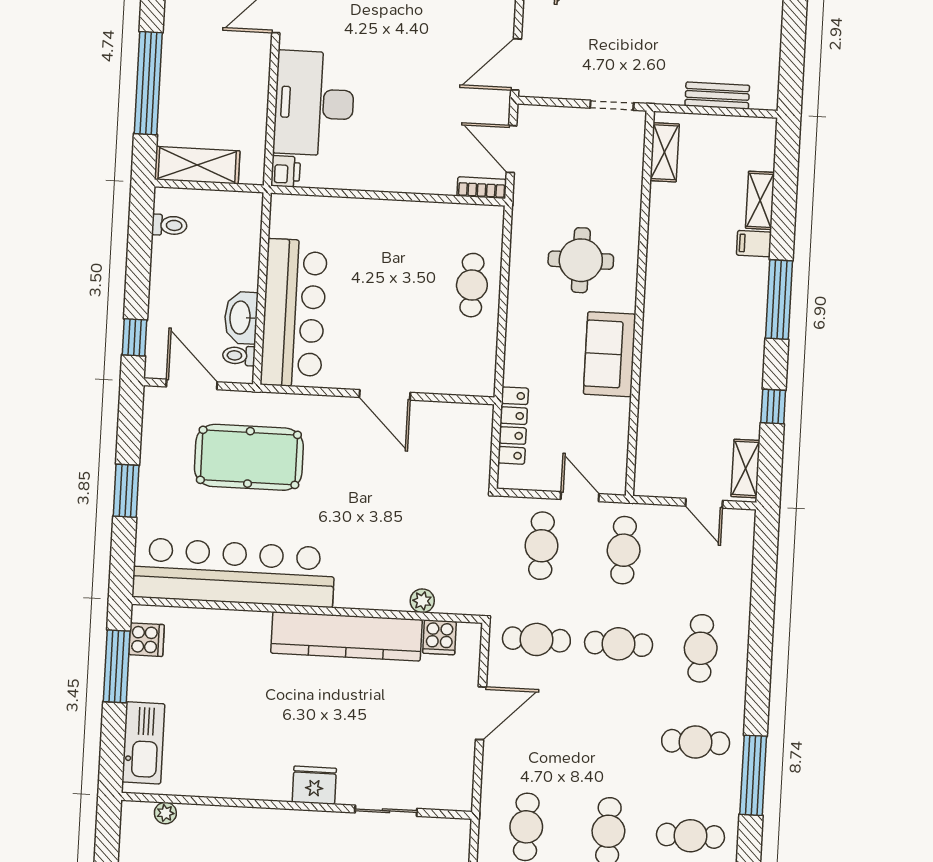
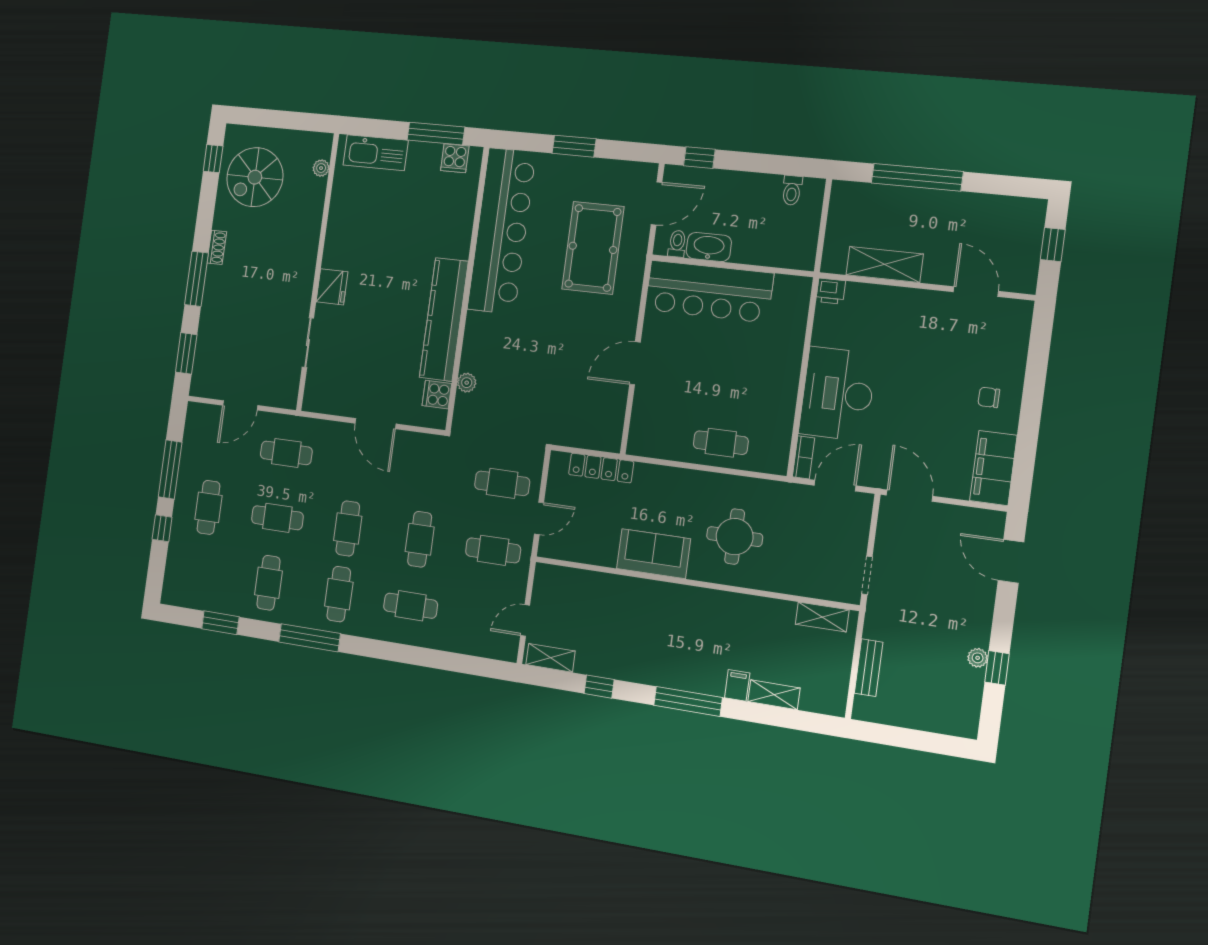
desk: (314, 103) -> (838, 394), moved, turned -90
shelving: (197, 165) -> (885, 264), moved, turned 90
cafe table: (536, 639) -> (348, 528), moved

